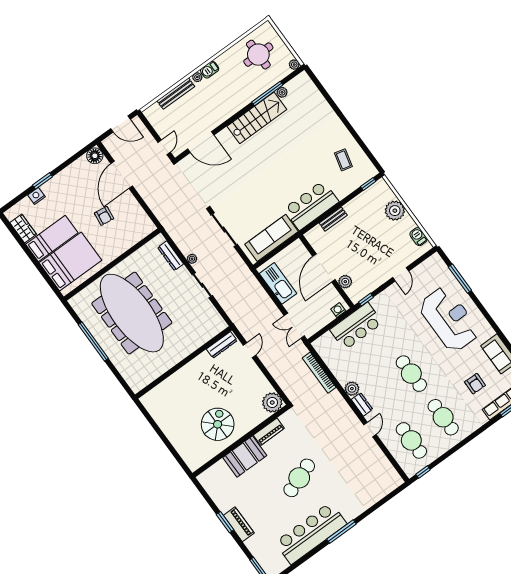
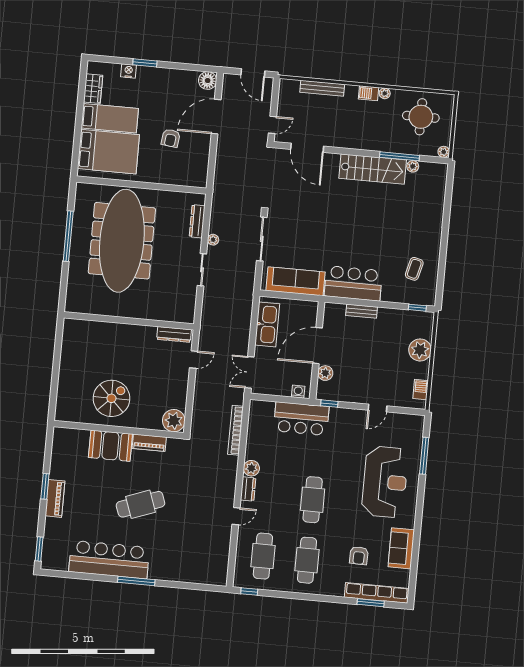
plant: (197, 77) -> (385, 93), moved

